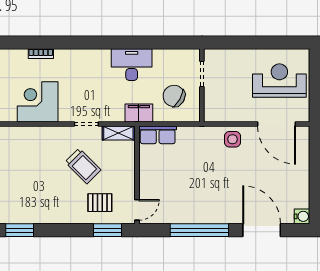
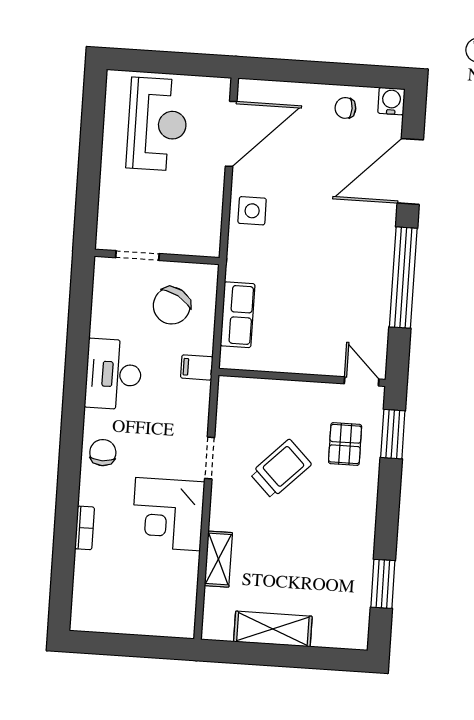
chair: (86, 61) -> (103, 453), added
reception desk: (279, 81) -> (157, 124), turned 180
corner desk: (38, 102) -> (168, 514), moved
filing cabinet: (139, 113) -> (197, 367), width x0.50
shelving: (118, 133) -> (218, 559), moved
row of seats: (158, 135) -> (238, 315), moved
chair: (296, 190) -> (345, 108), added

